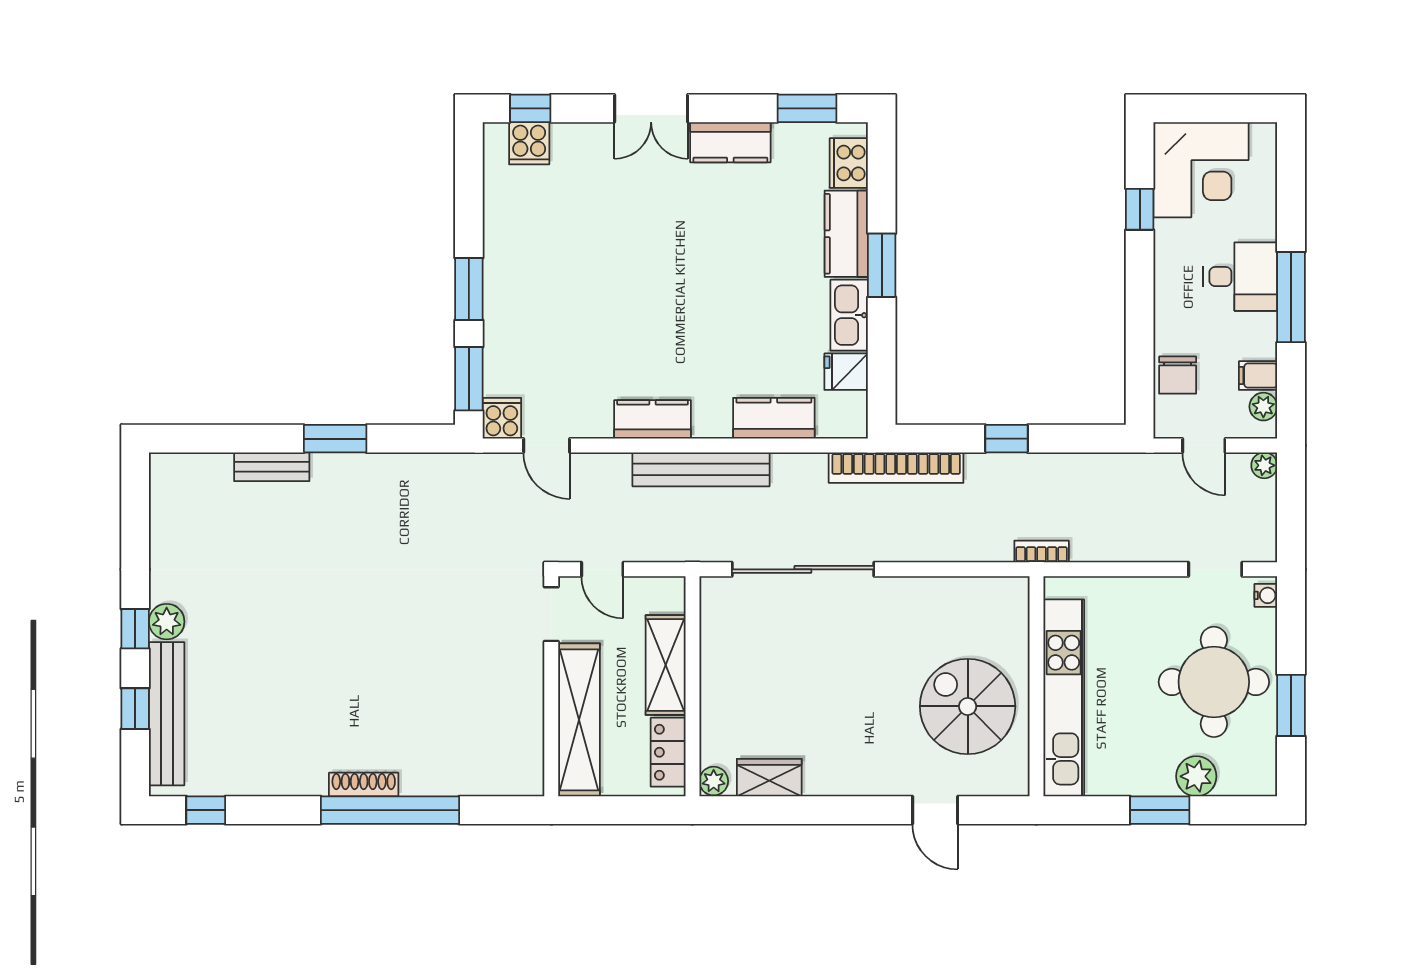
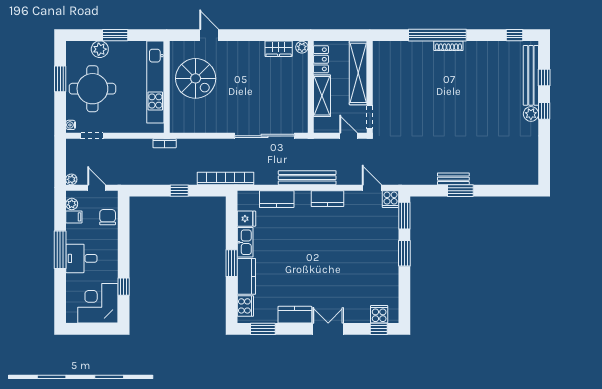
bench: (272, 467) -> (453, 179), moved

